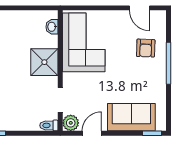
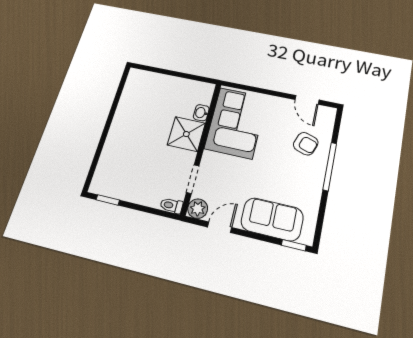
washbasin: (52, 27) -> (201, 113), moved
armchair: (146, 48) -> (306, 144), turned -73

